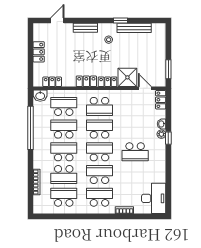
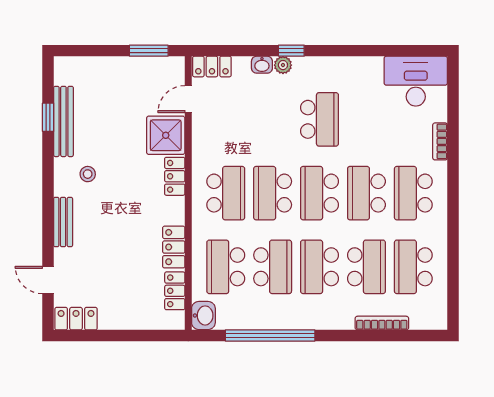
window: (120, 20) -> (48, 117), moved
locker: (39, 52) -> (76, 319), moved
locker: (86, 81) -> (174, 247), moved
school desk: (64, 129) -> (273, 267), turned 180

